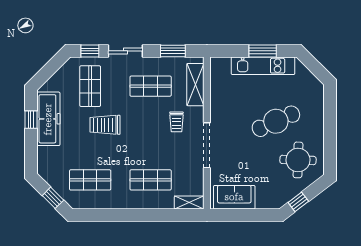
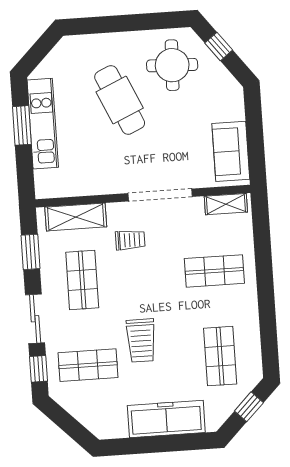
freezer: (48, 119) -> (166, 419), moved
window: (31, 120) -> (141, 445), removed
shop shelf: (151, 180) -> (214, 271), turned 90
window: (298, 202) -> (219, 46), moved
shelving: (189, 203) -> (226, 204), moved, turned 90

